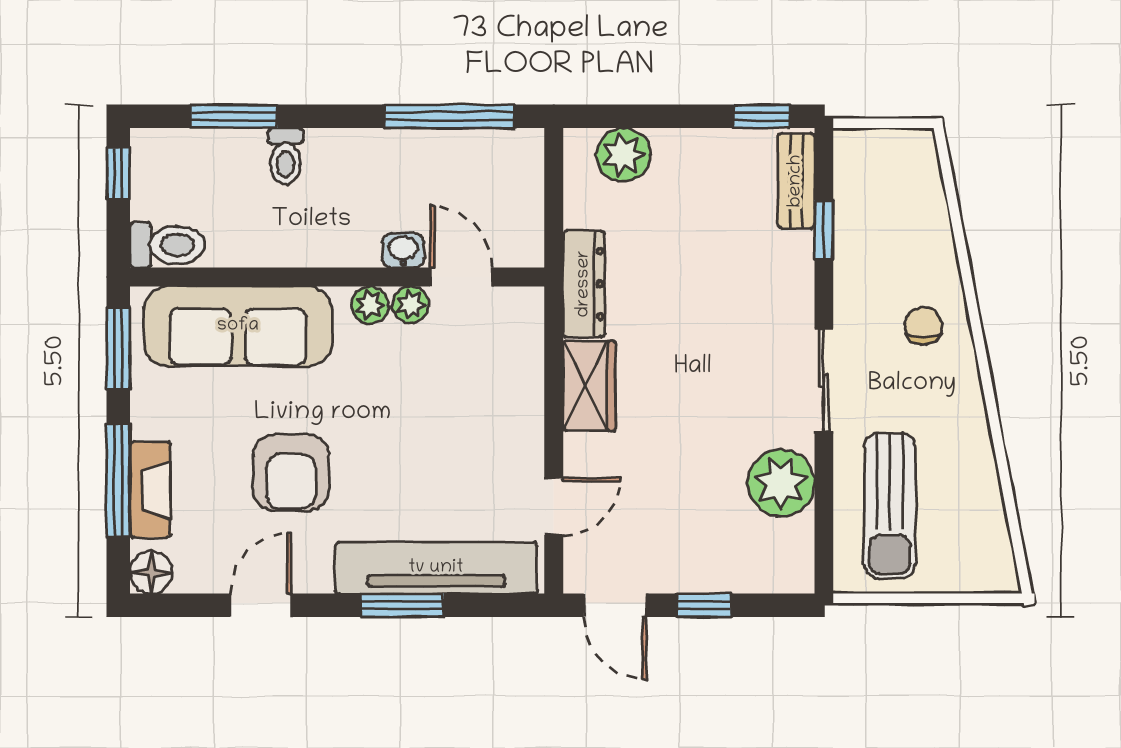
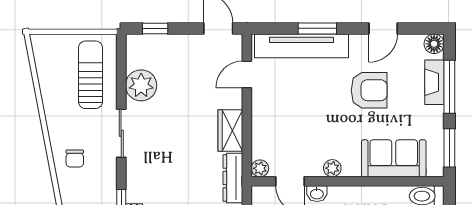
plant: (411, 305) -> (260, 168), moved
sofa: (238, 326) -> (394, 158), width x0.73
armchair: (291, 473) -> (369, 90), turned 90
window: (704, 605) -> (155, 28), moved

